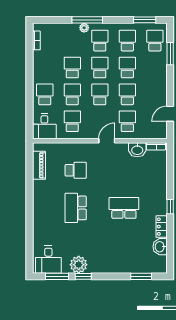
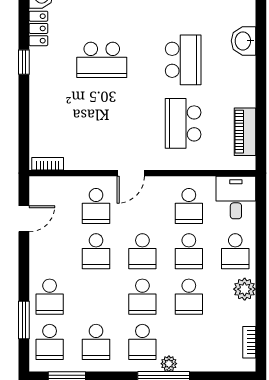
school desk: (127, 68) -> (50, 297), moved
plant: (39, 72) -> (245, 289), added
washbasin: (137, 150) -> (244, 41), moved, turned -90
school desk: (76, 170) -> (183, 123), width x1.85

